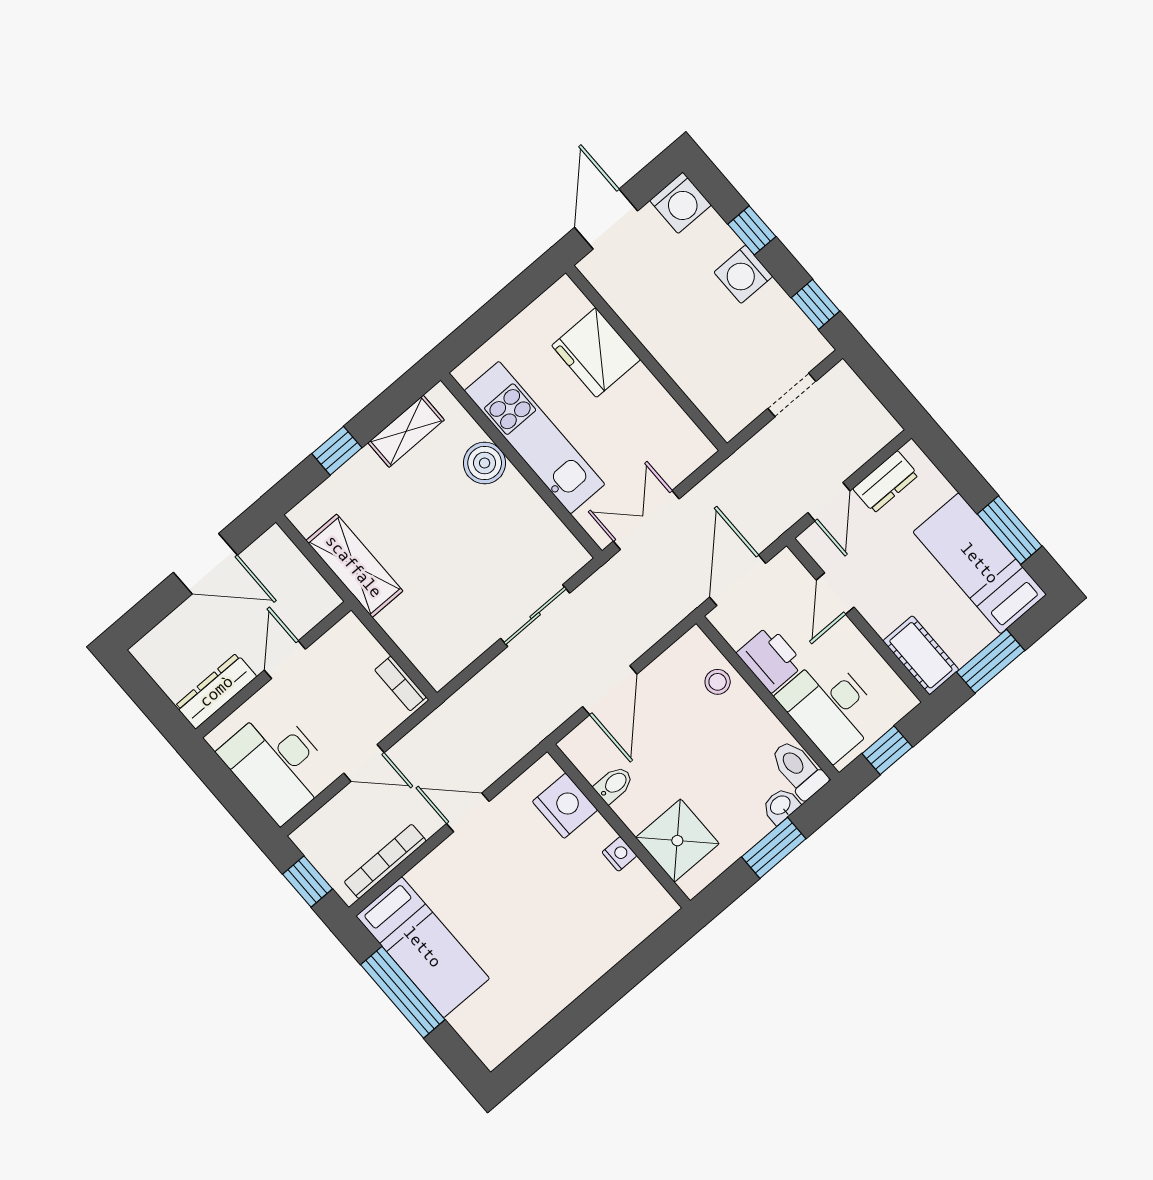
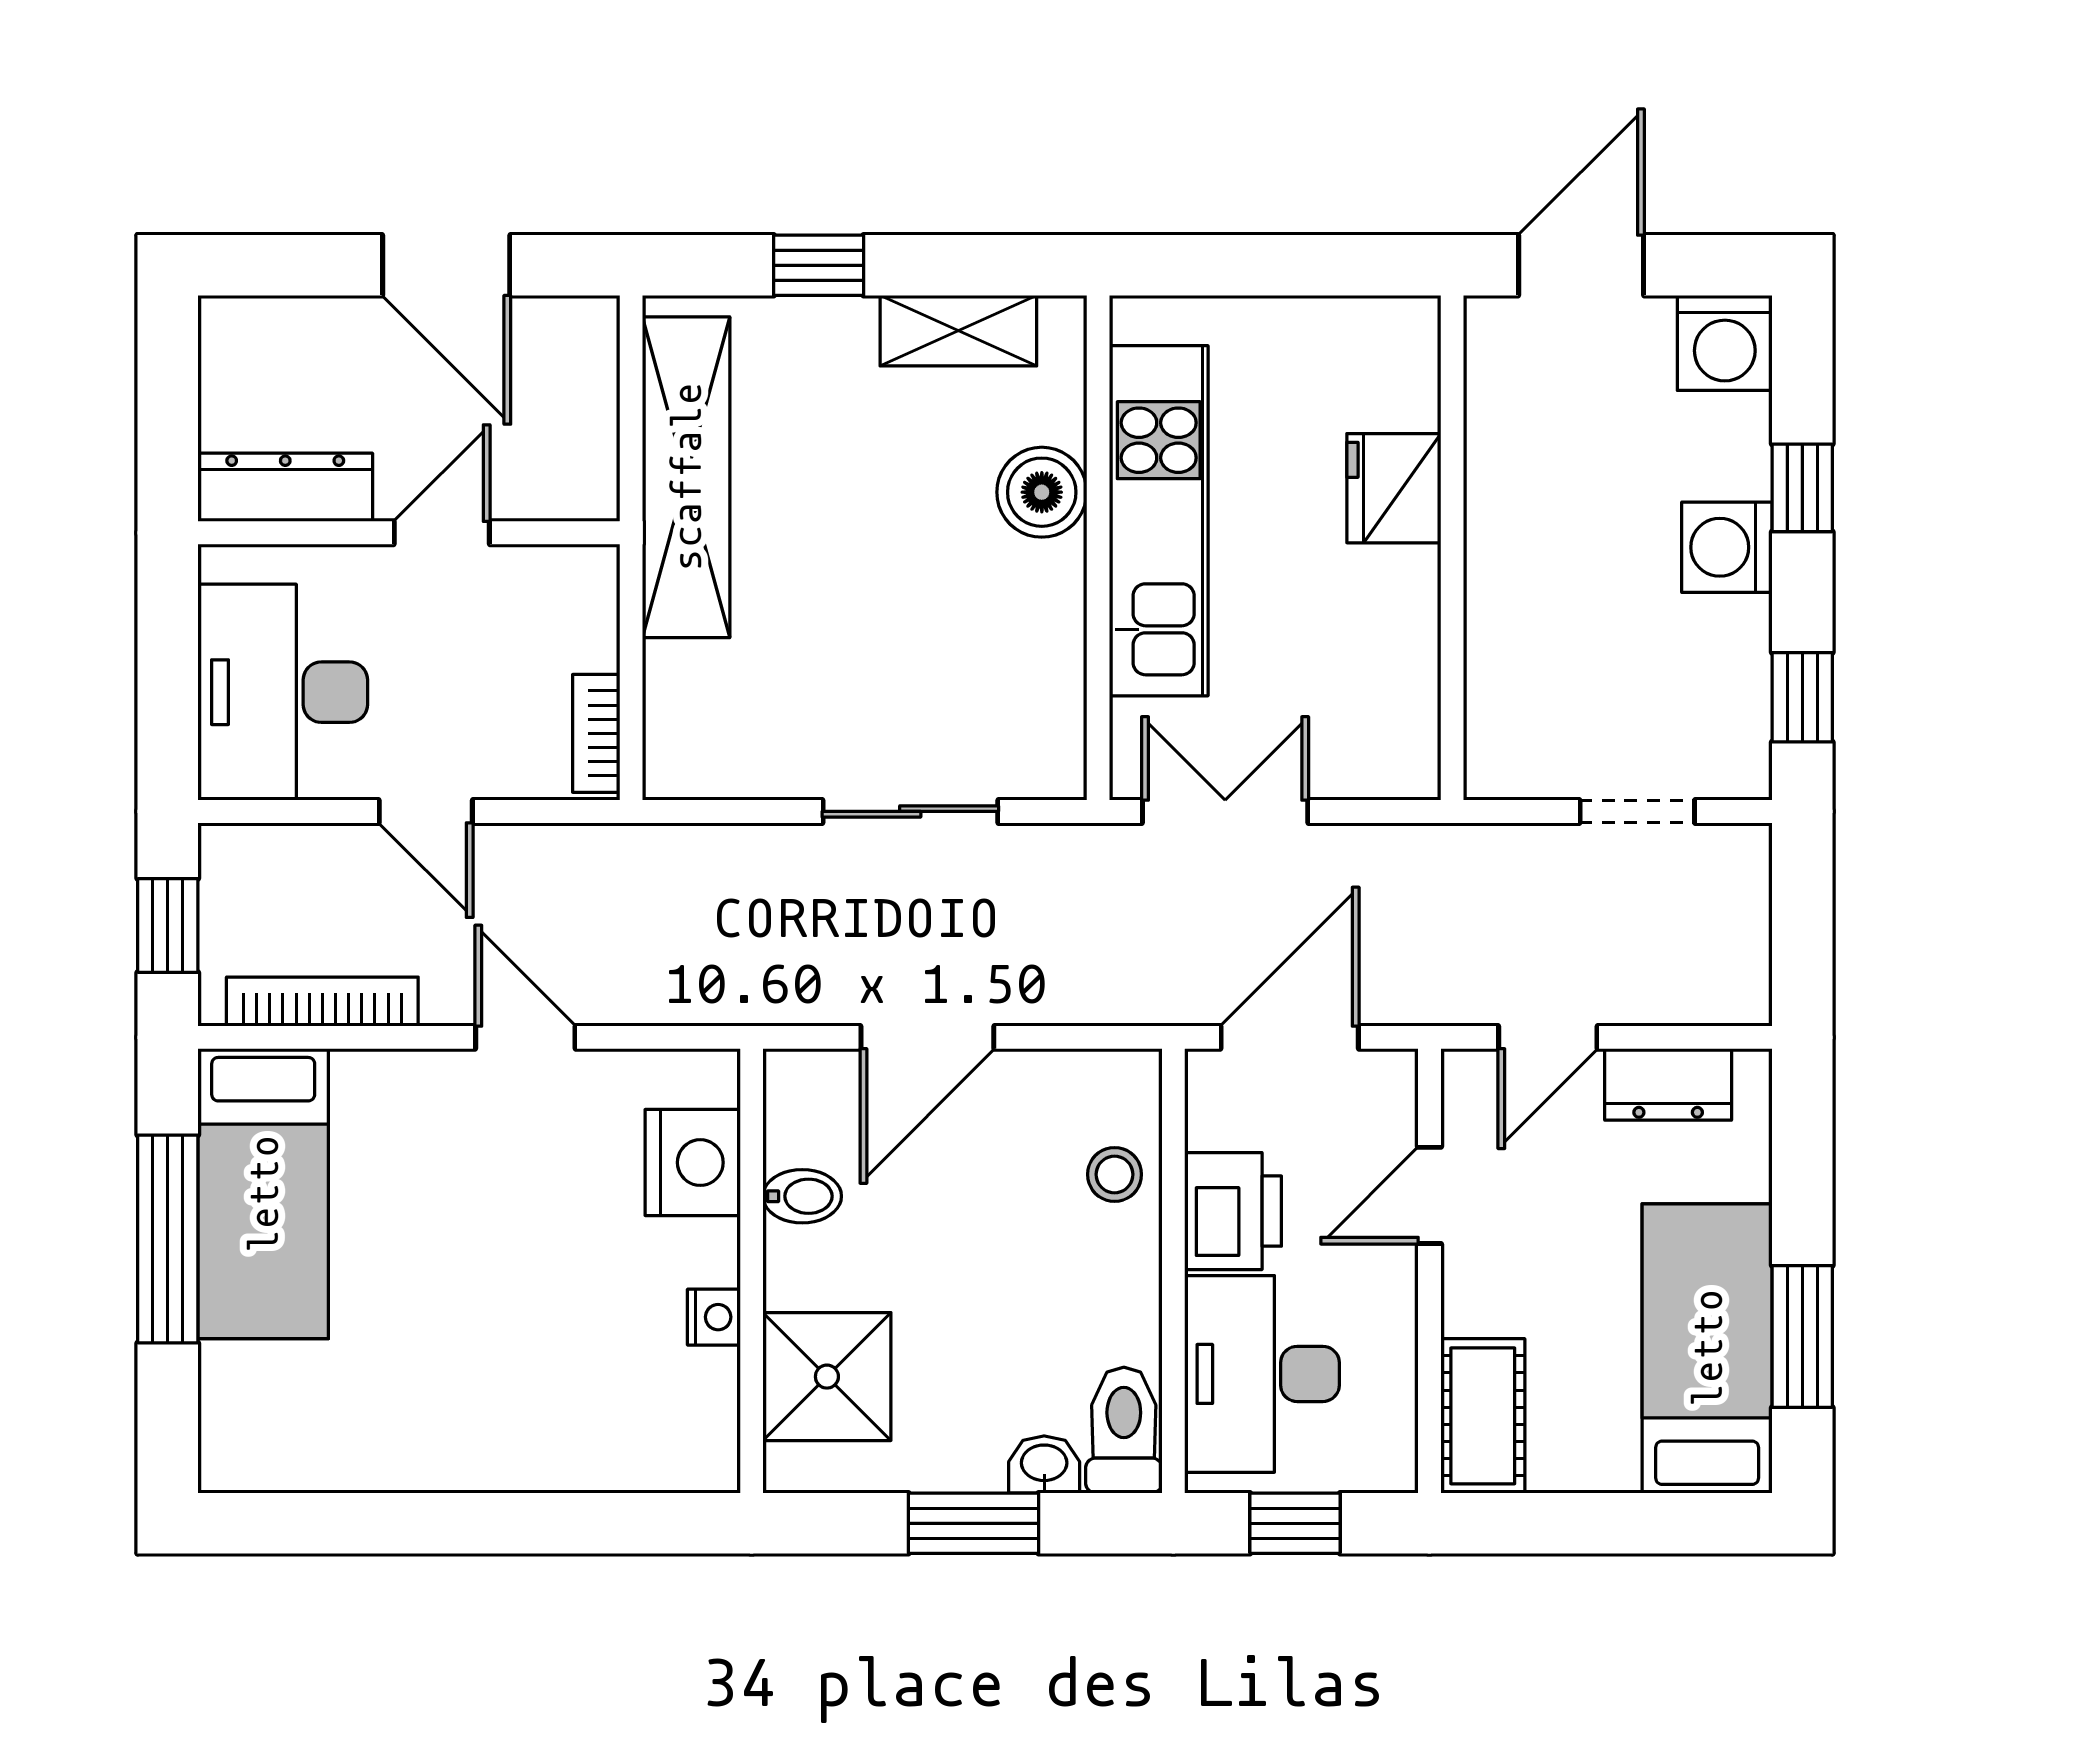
fridge: (596, 353) -> (1394, 488), width x0.73, depth x0.75
shelving: (354, 566) -> (686, 477), width x1.47
window: (991, 661) -> (1588, 1523), removed

